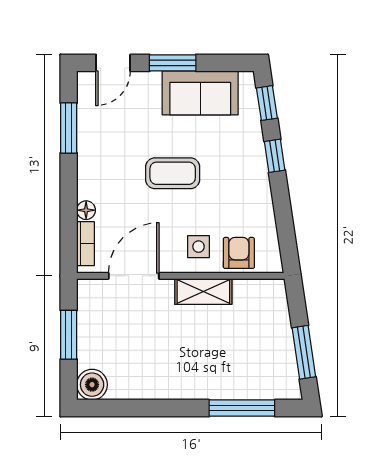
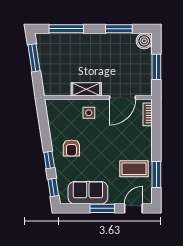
coffee table: (173, 173) -> (134, 169), moved
floor lamp: (86, 210) -> (147, 132), removed
armchair: (239, 253) -> (71, 148), moved
window: (141, 408) -> (119, 29), added

